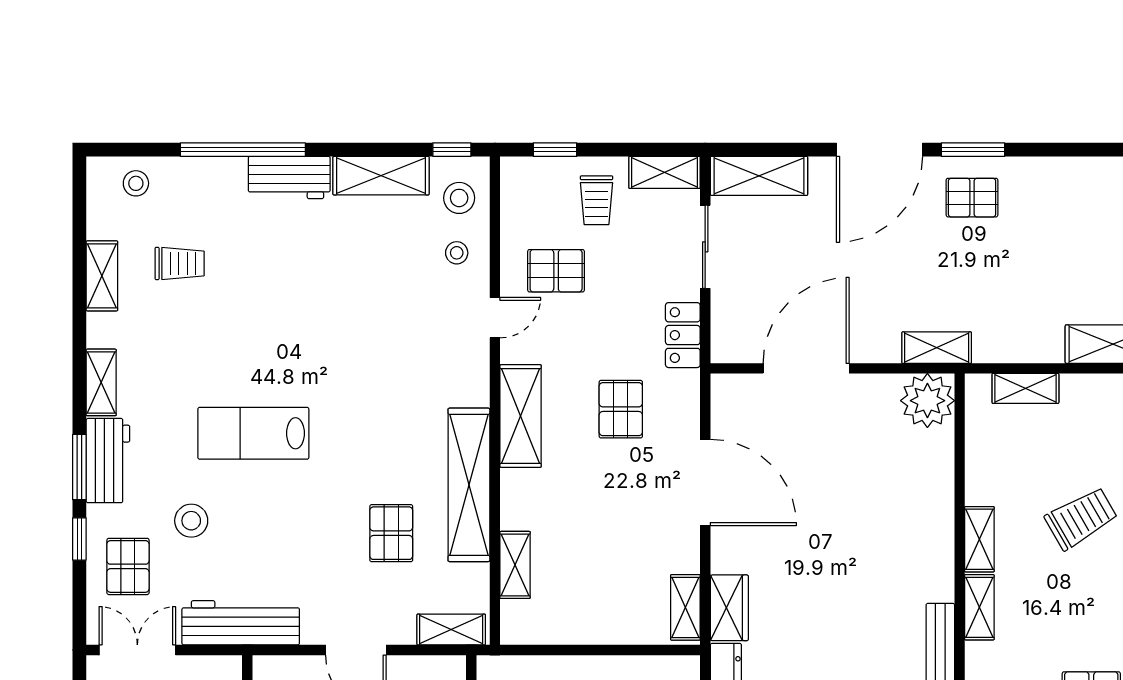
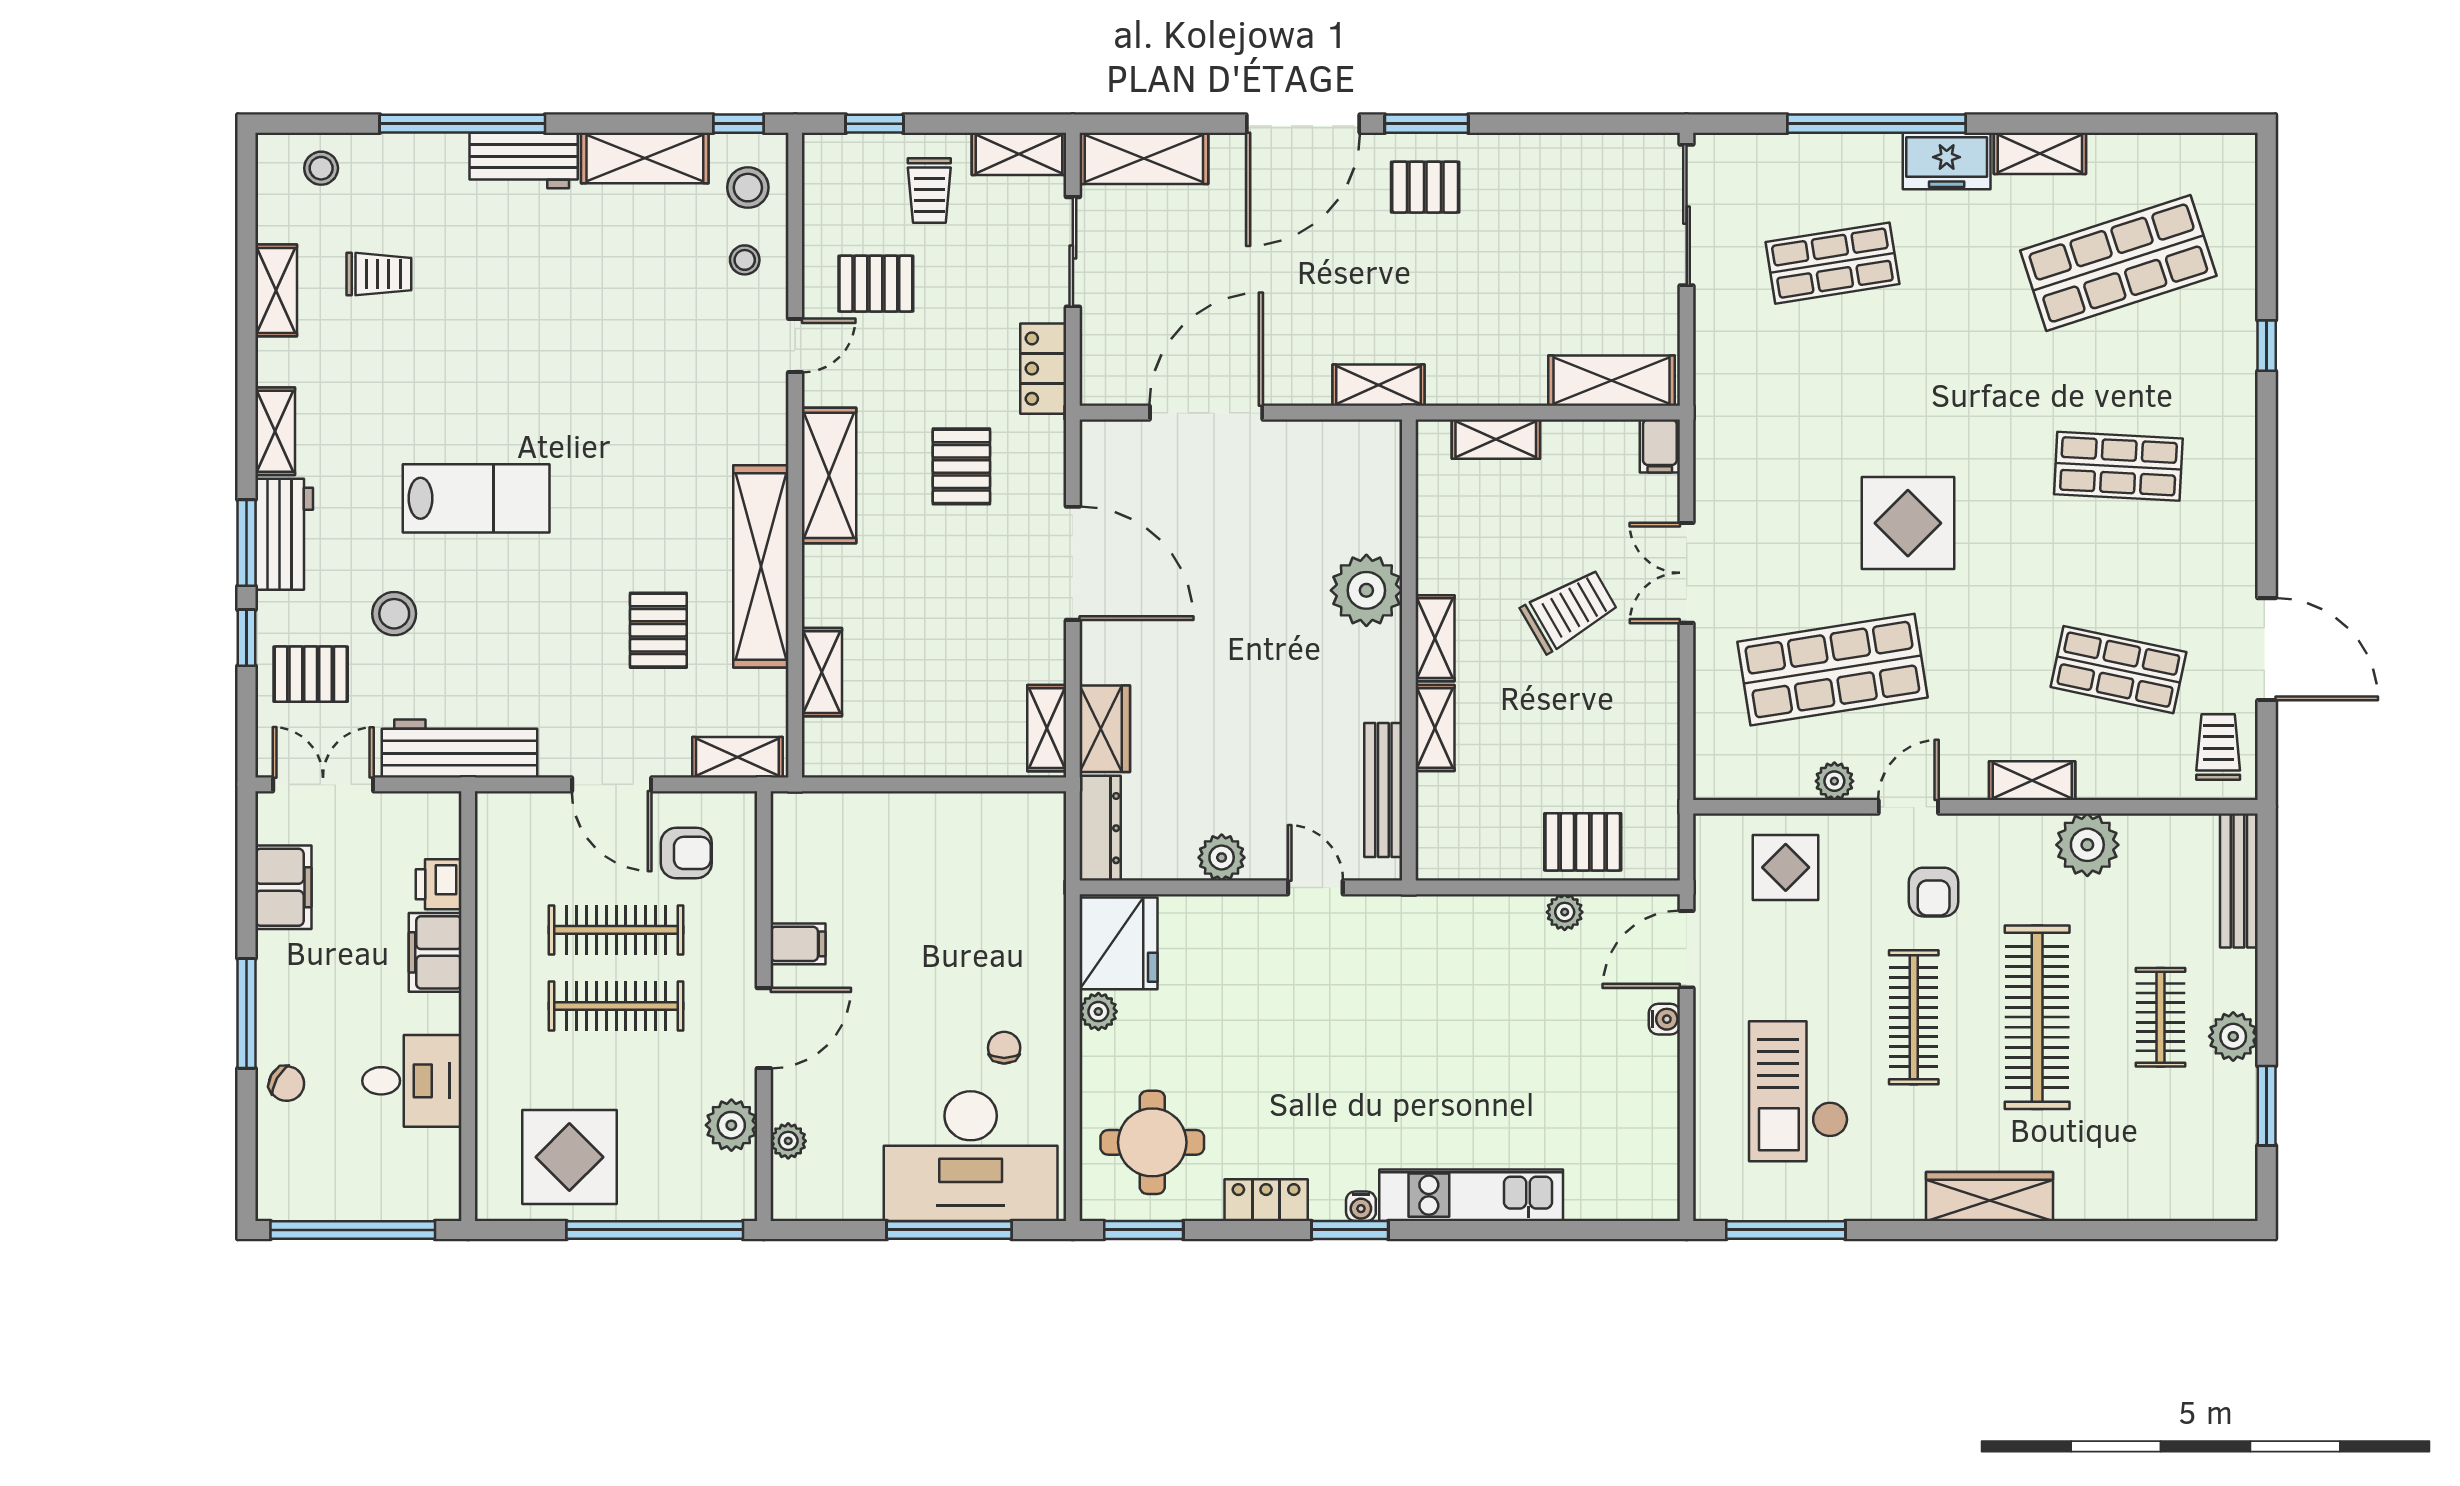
plant: (927, 401) -> (1366, 590), moved
lab bench: (253, 433) -> (476, 498), turned 180
pallet: (128, 566) -> (311, 674), turned 90

